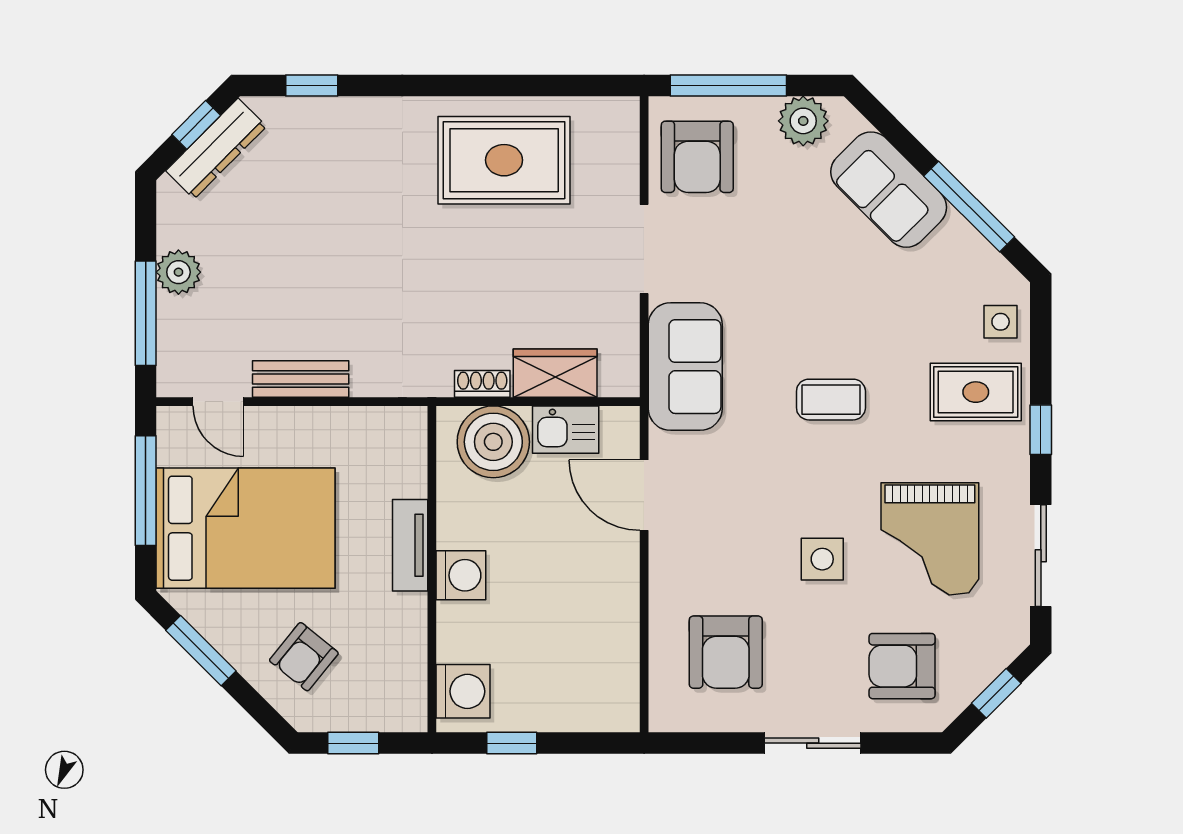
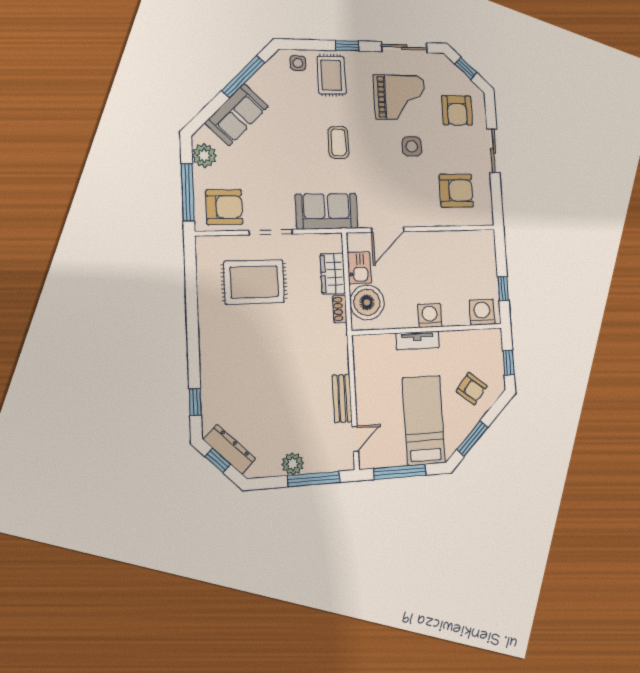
rug: (504, 160) -> (254, 282), moved, turned 90
bed: (246, 528) -> (424, 420), width x0.67

